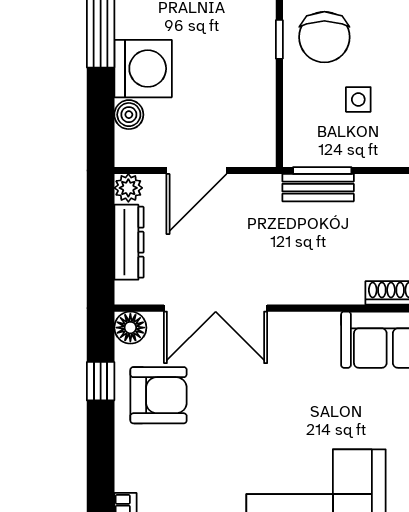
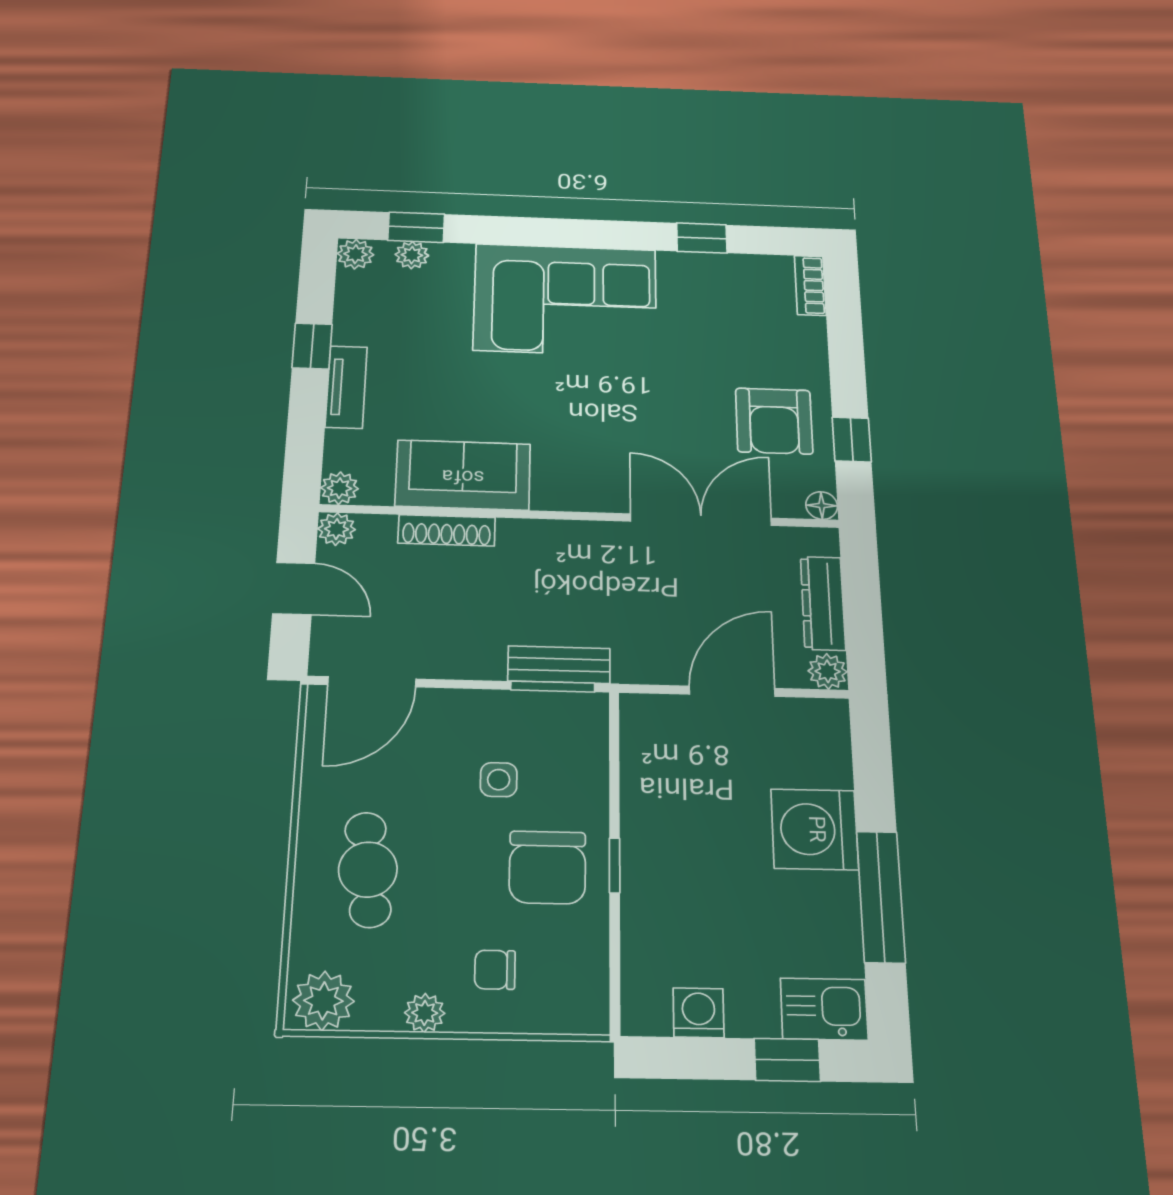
chair: (324, 37) -> (547, 867), turned 180
boiler: (129, 115) -> (832, 767), removed
floor lamp: (130, 328) -> (822, 505), width x0.73, depth x0.73
armchair: (159, 395) -> (774, 421), turned -90

